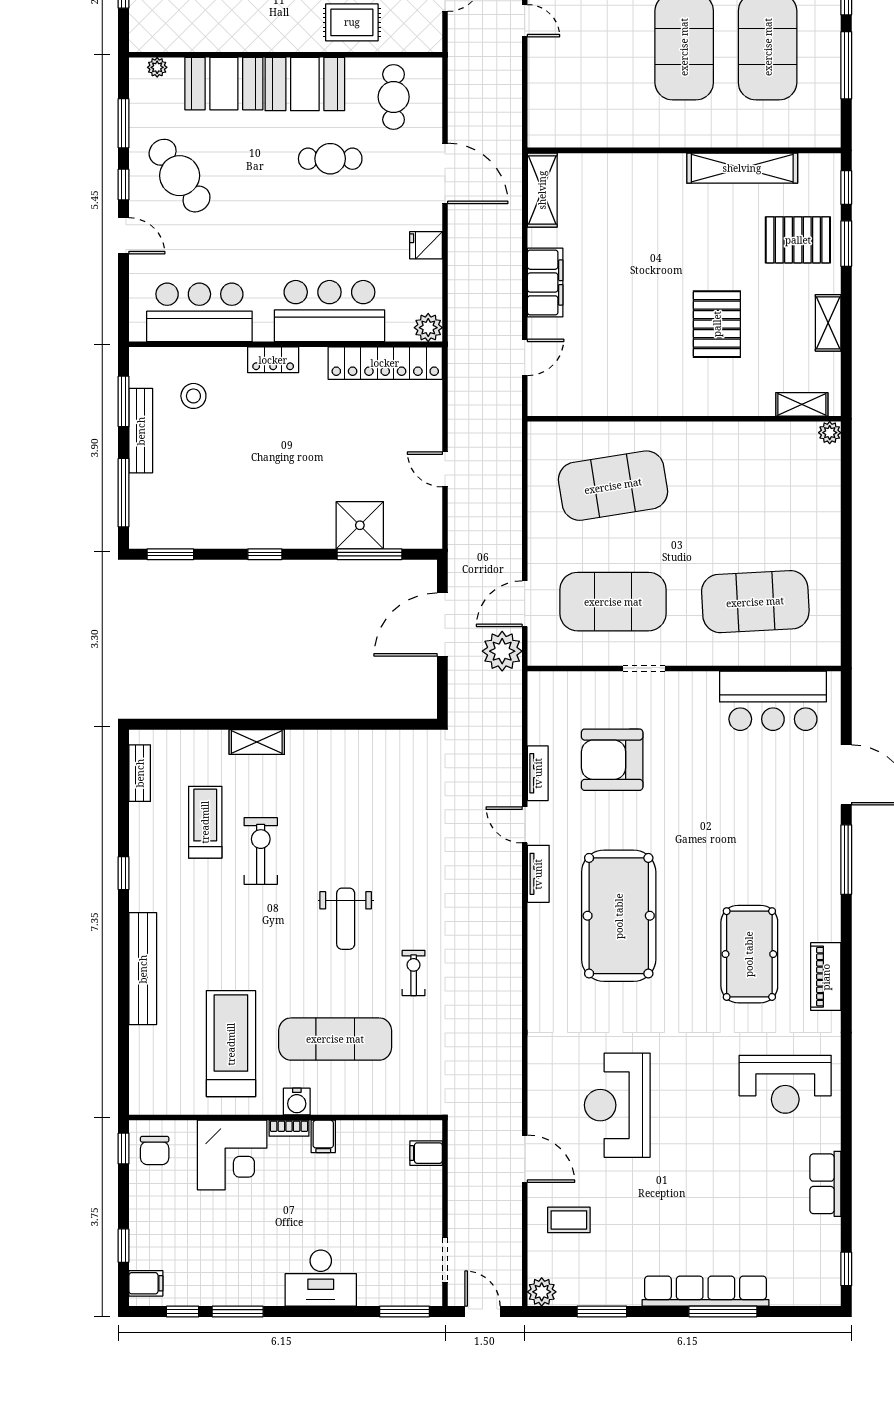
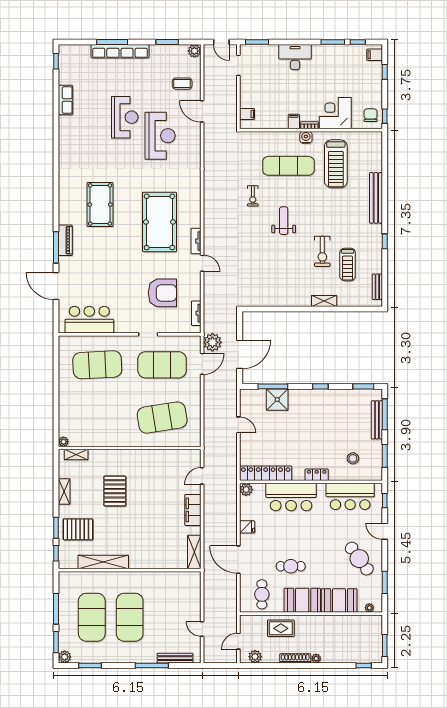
window: (124, 184) -> (385, 501), moved
bench: (141, 431) -> (377, 420), moved
tv unit: (538, 773) -> (196, 313), moved
piano: (826, 977) -> (65, 240), moved
reception desk: (785, 1084) -> (125, 117), moved, turned 90

